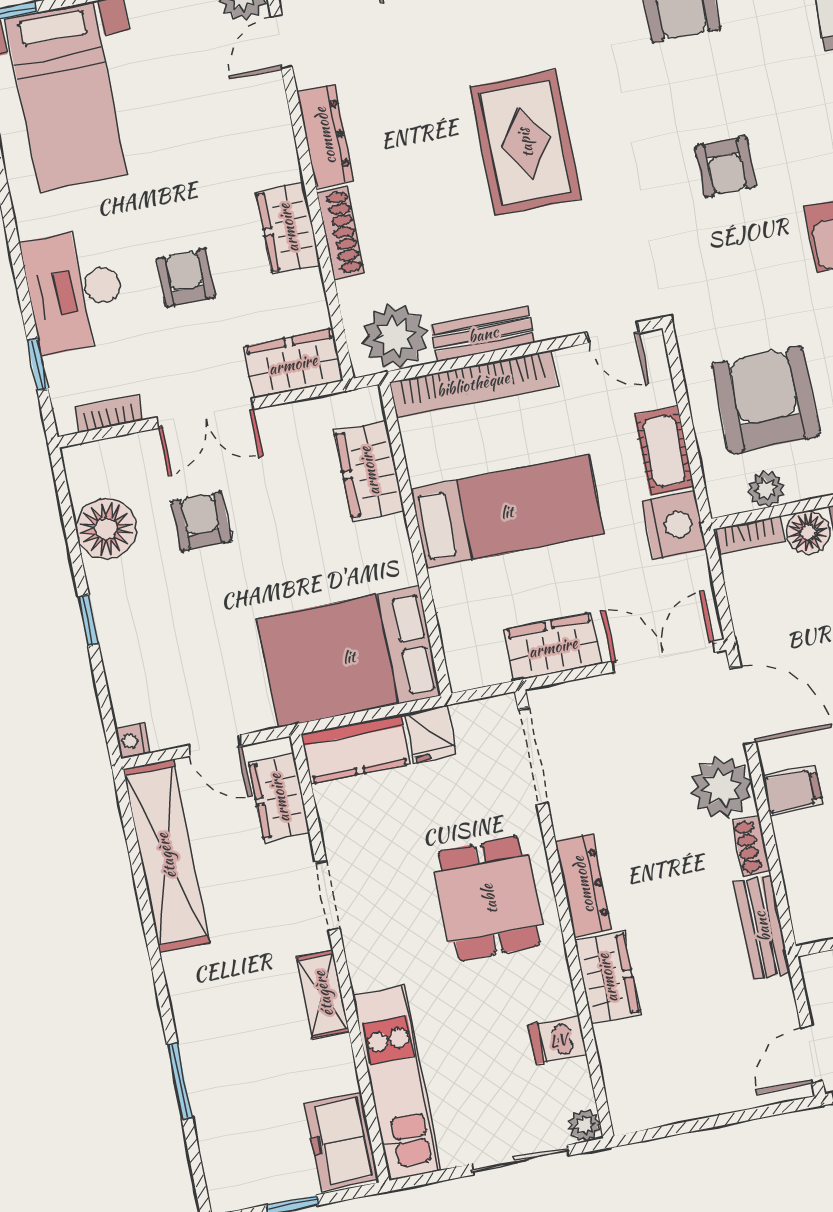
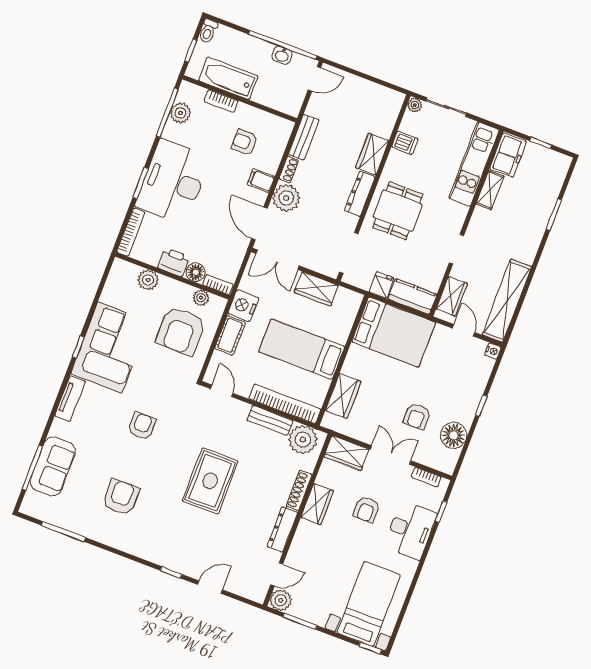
shelving: (323, 994) -> (490, 190), moved

